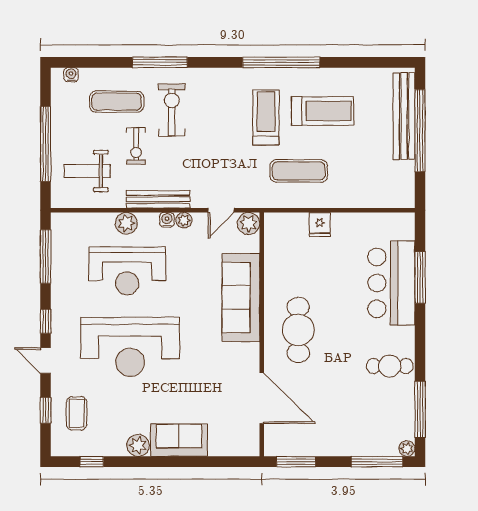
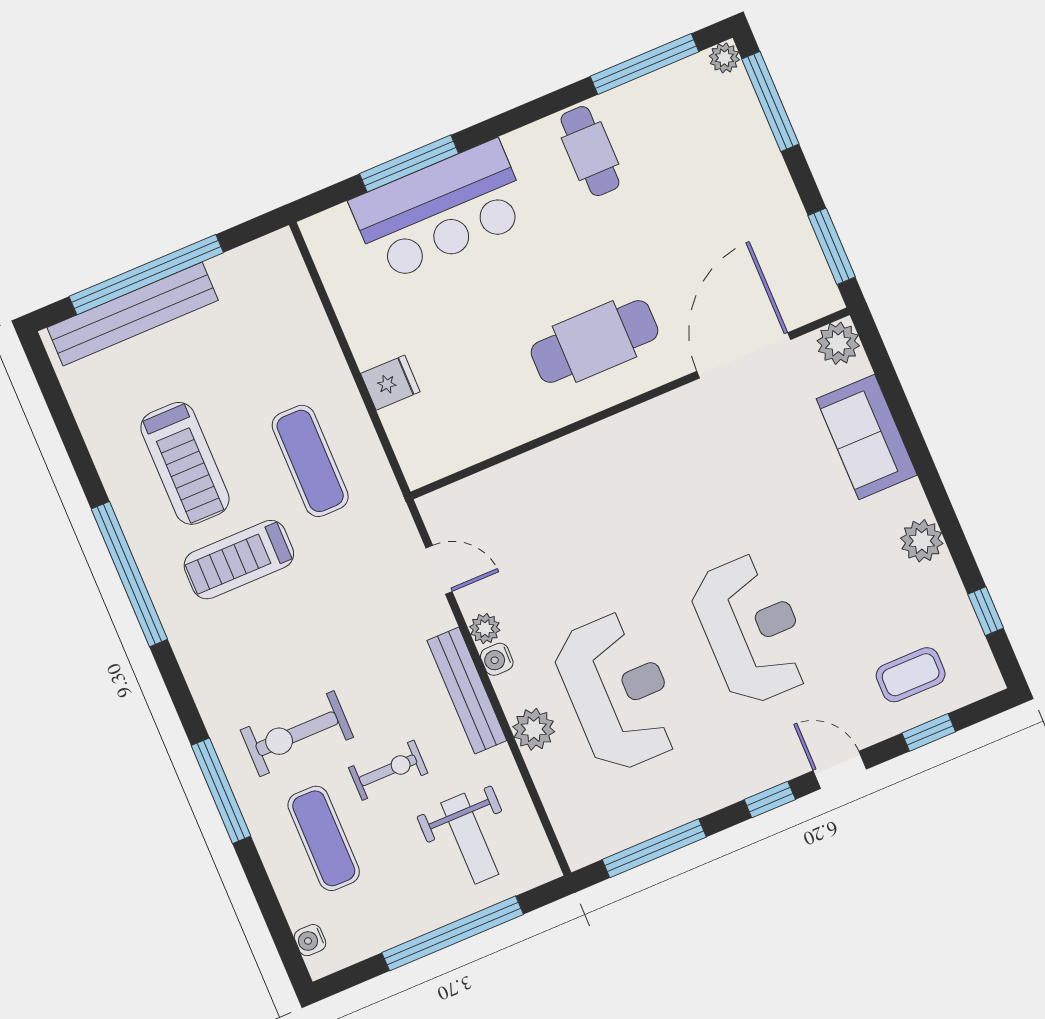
treadmill: (323, 111) -> (185, 463), turned 180
plant: (249, 223) -> (838, 343), moved
sofa: (241, 297) -> (580, 469), removed
reception desk: (130, 347) -> (752, 629), width x0.74, depth x0.77
door: (46, 360) -> (840, 770), swing flipped
sofa: (179, 440) -> (867, 437), moved

